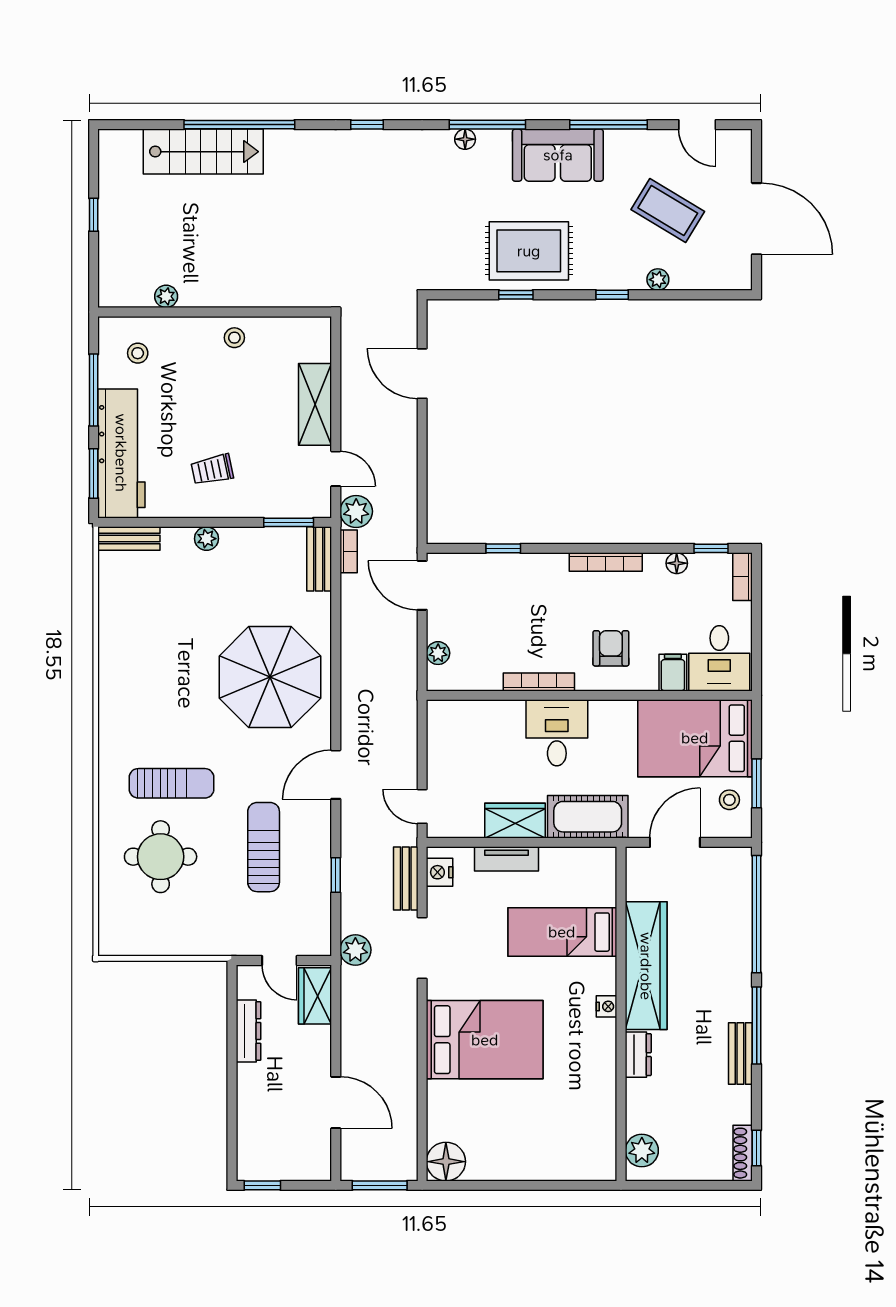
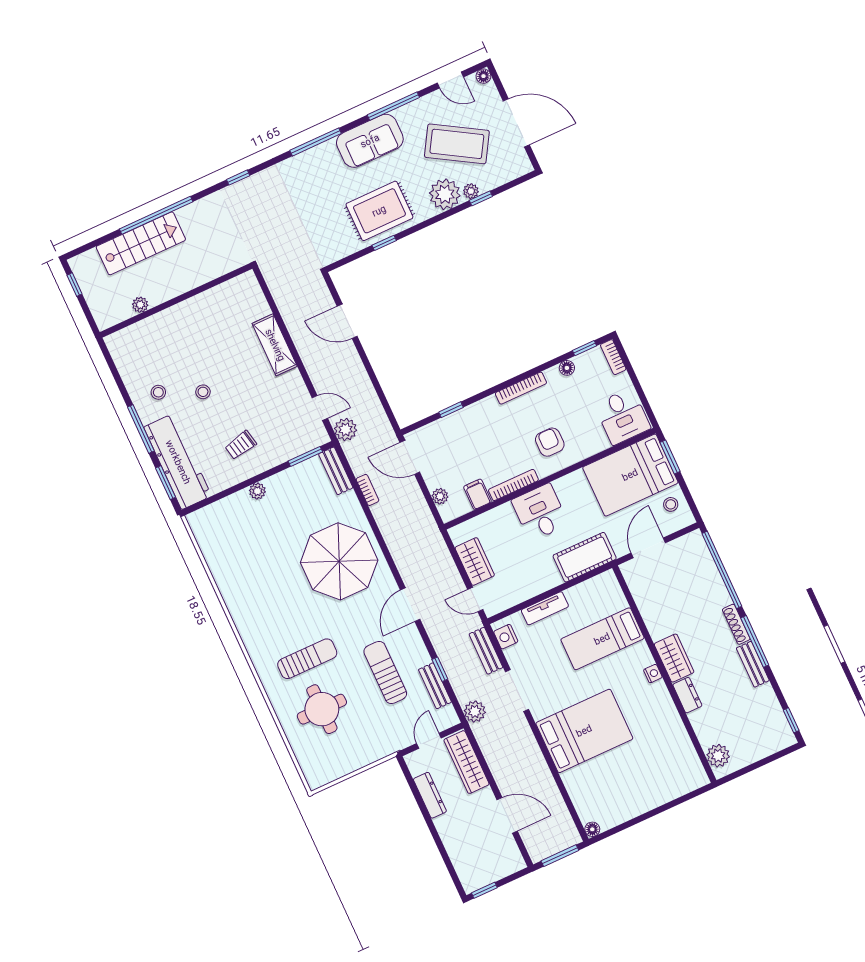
floor lamp: (465, 139) -> (483, 76), moved
coffee table: (668, 211) -> (457, 144), width x1.36, depth x1.32
window: (94, 215) -> (74, 285), moved
plant: (623, 268) -> (445, 194), added
window: (612, 295) -> (481, 198), moved
plant: (166, 296) -> (140, 305), moved
wall: (215, 312) -> (176, 300), moved
stool: (234, 338) -> (203, 392), moved
shelving: (315, 404) -> (275, 345), moved
bench: (129, 539) -> (435, 686), moved, turned 90
bookcase: (349, 551) -> (368, 490), moved
filing cabinet: (673, 673) -> (477, 494), moved
window: (757, 783) -> (670, 457), moved
wardrobe: (515, 821) -> (475, 561), moved, turned 90
door: (279, 961) -> (429, 741), swing flipped
wardrobe: (646, 966) -> (674, 658), width x0.48, depth x0.85
wardrobe: (315, 996) -> (466, 762), width x1.50
shoe rack: (743, 1153) -> (736, 624), moved
floor lamp: (446, 1162) -> (592, 829), width x0.53, depth x0.53

